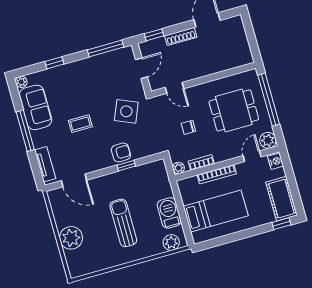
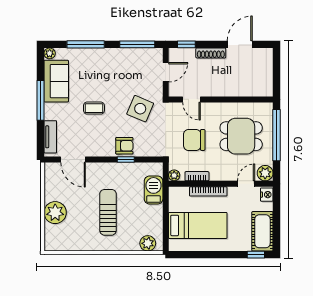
window: (54, 63) -> (86, 44), width x2.17
chair: (188, 127) -> (194, 140), width x1.87, depth x1.87
barbecue: (169, 213) -> (154, 190), moved

